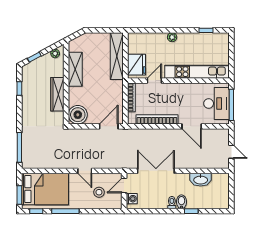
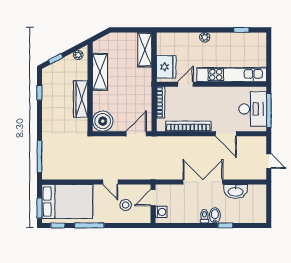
shelving: (117, 56) -> (145, 50), width x0.68
double door: (156, 171) -> (203, 182), moved

